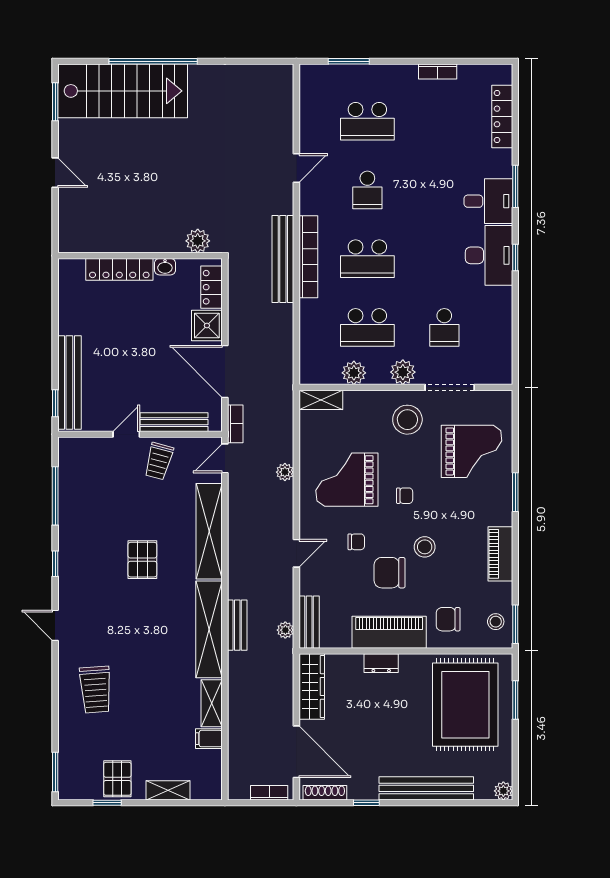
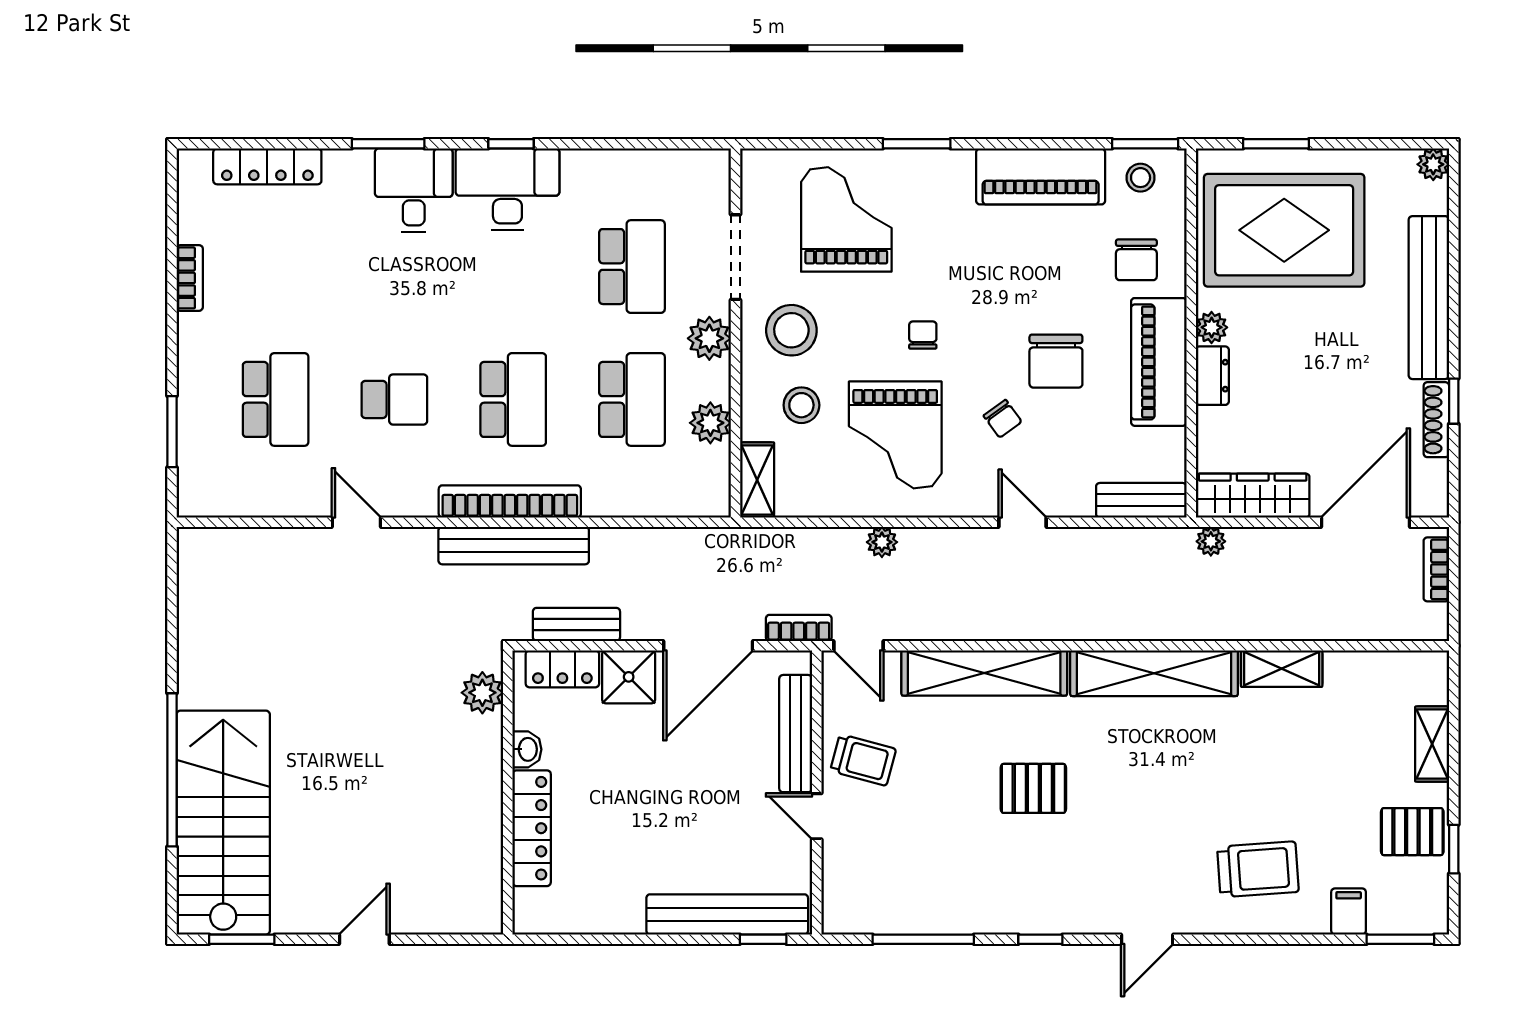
school desk: (444, 327) -> (632, 267), width x1.85
chair: (356, 542) -> (1003, 419), turned 144
stool: (425, 547) -> (801, 405), moved
piano: (500, 554) -> (1041, 176), width x1.37, depth x1.33
bench: (237, 625) -> (576, 624), moved
plant: (285, 630) -> (1211, 541), moved
plant: (409, 663) -> (1212, 327), added
filing cabinet: (209, 739) -> (1349, 911), moved, turned 180
shoe rack: (325, 793) -> (1436, 420), moved

